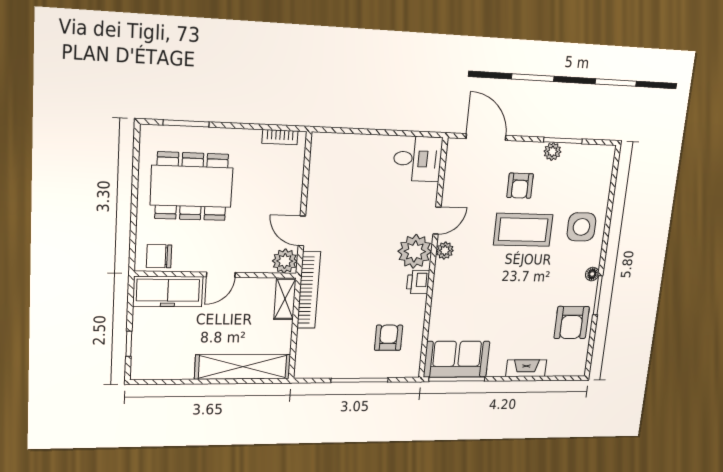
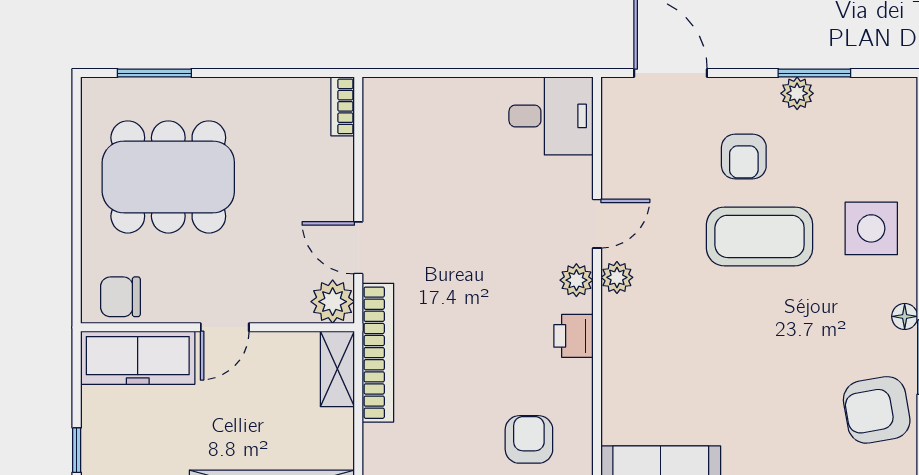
bookcase: (280, 137) -> (343, 106), moved, turned 90
plant: (415, 251) -> (576, 280), width x0.53, depth x0.53
armchair: (572, 323) -> (877, 410), turned 80

